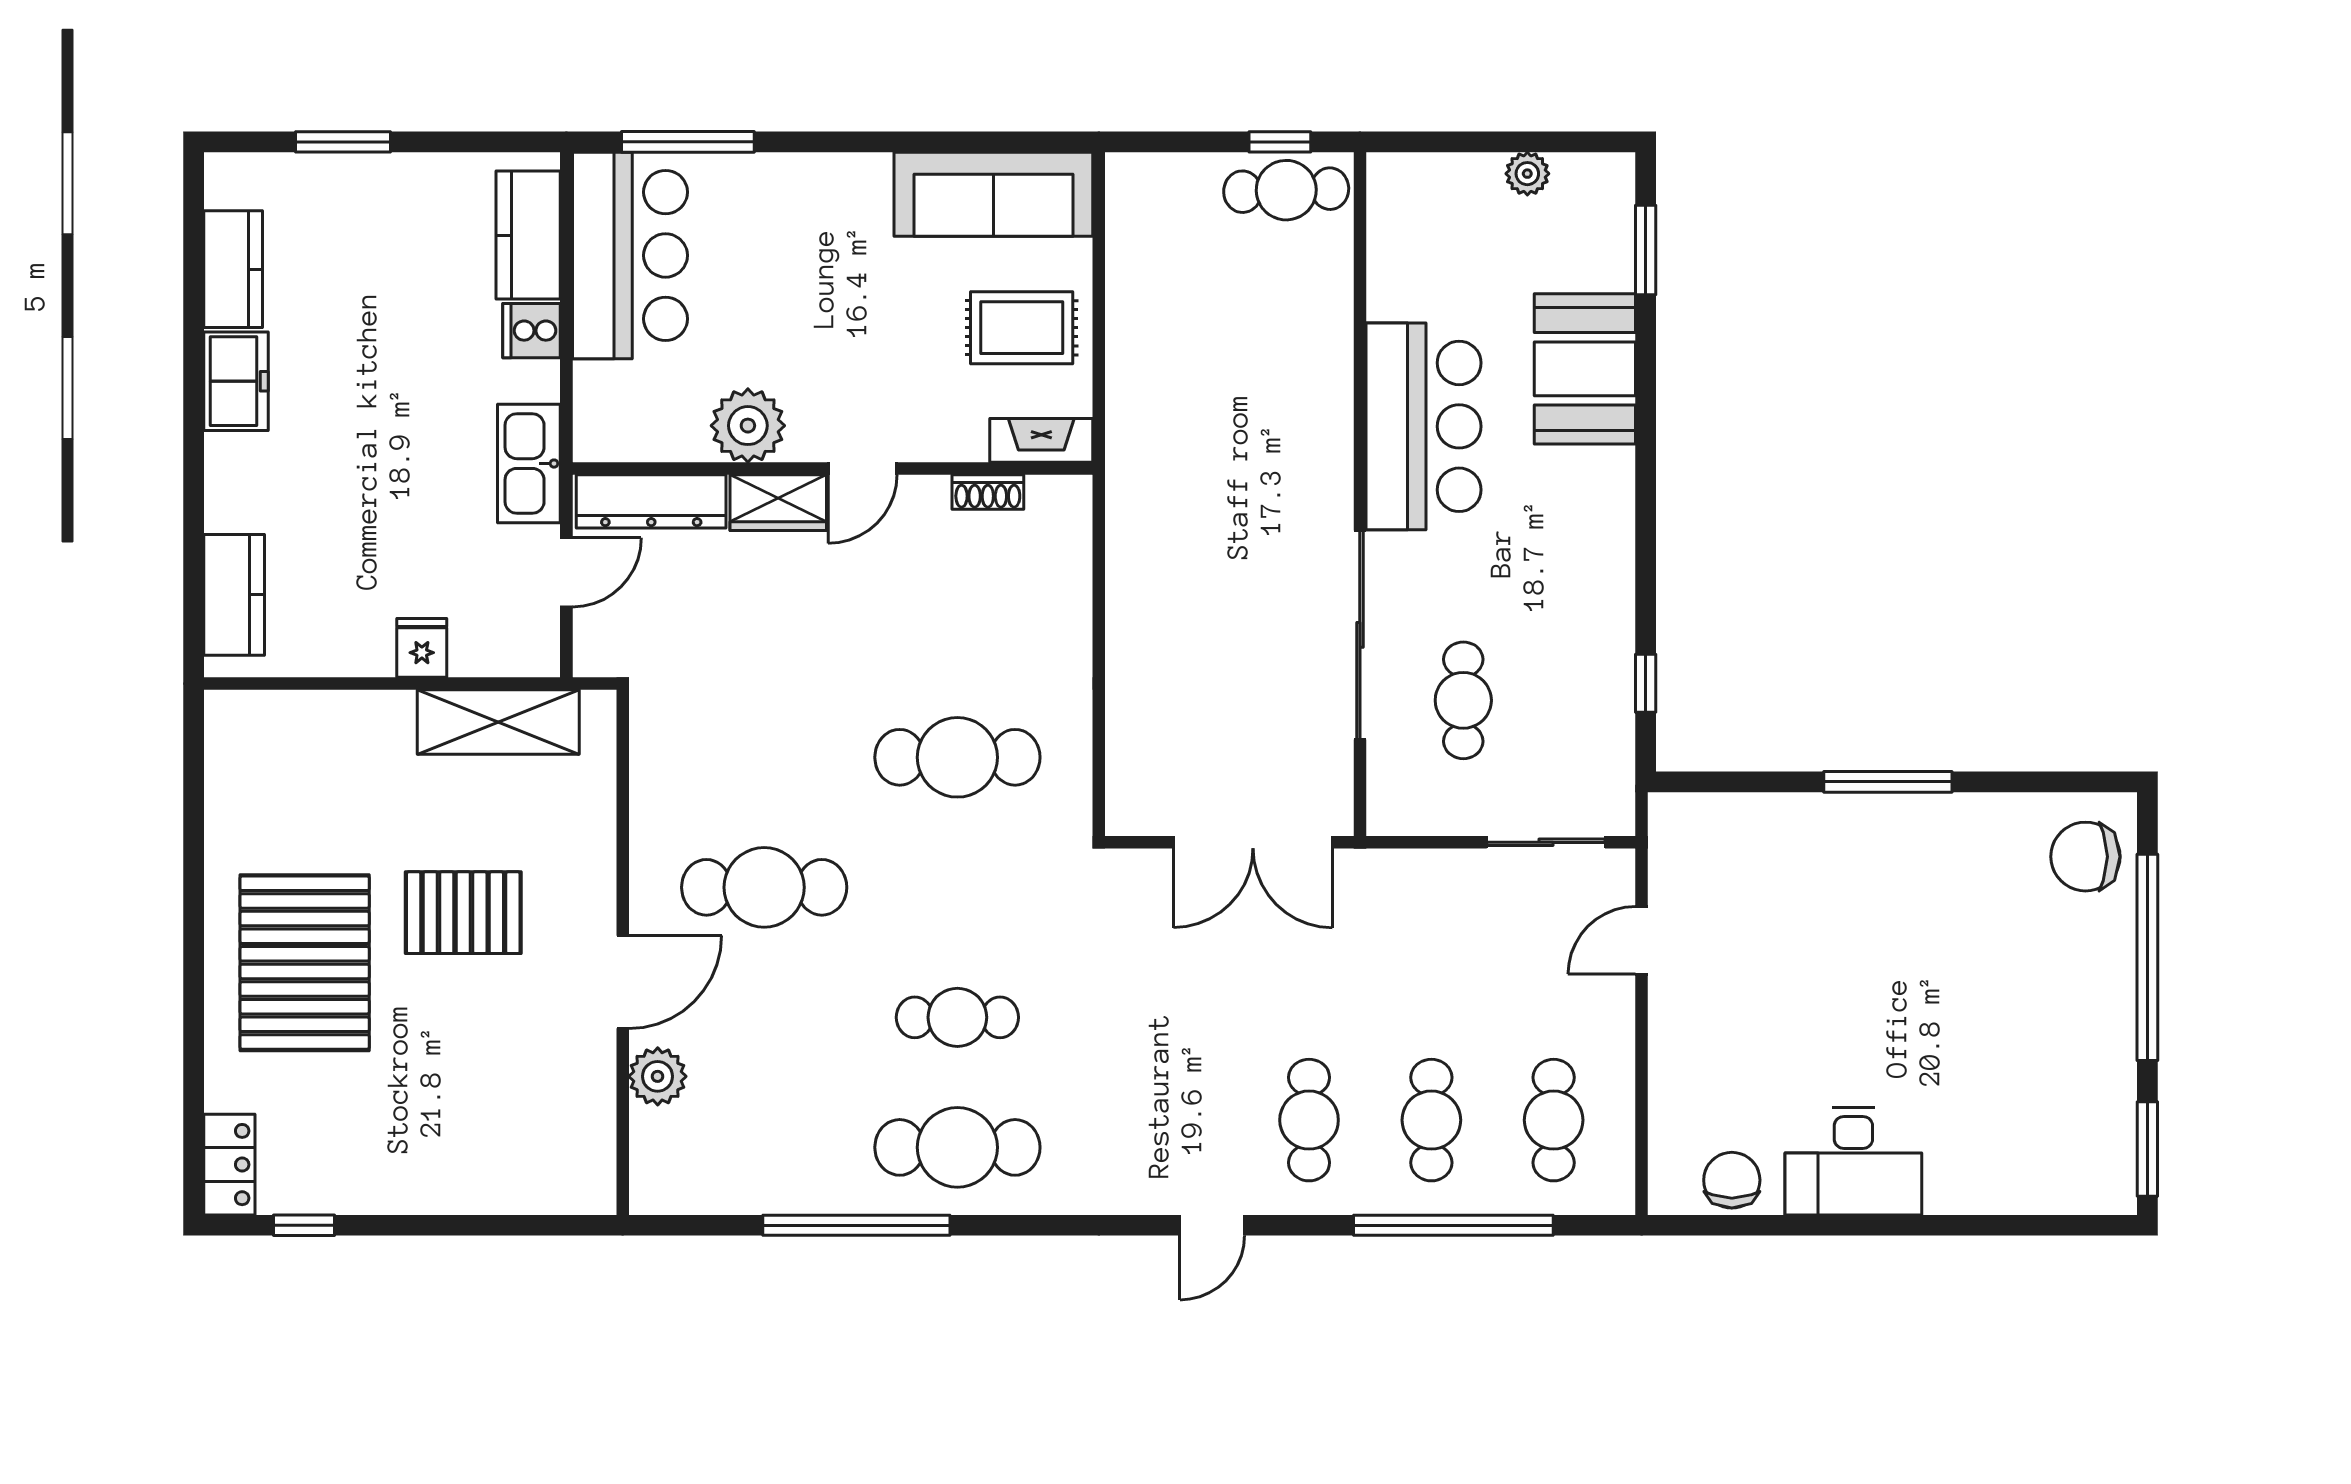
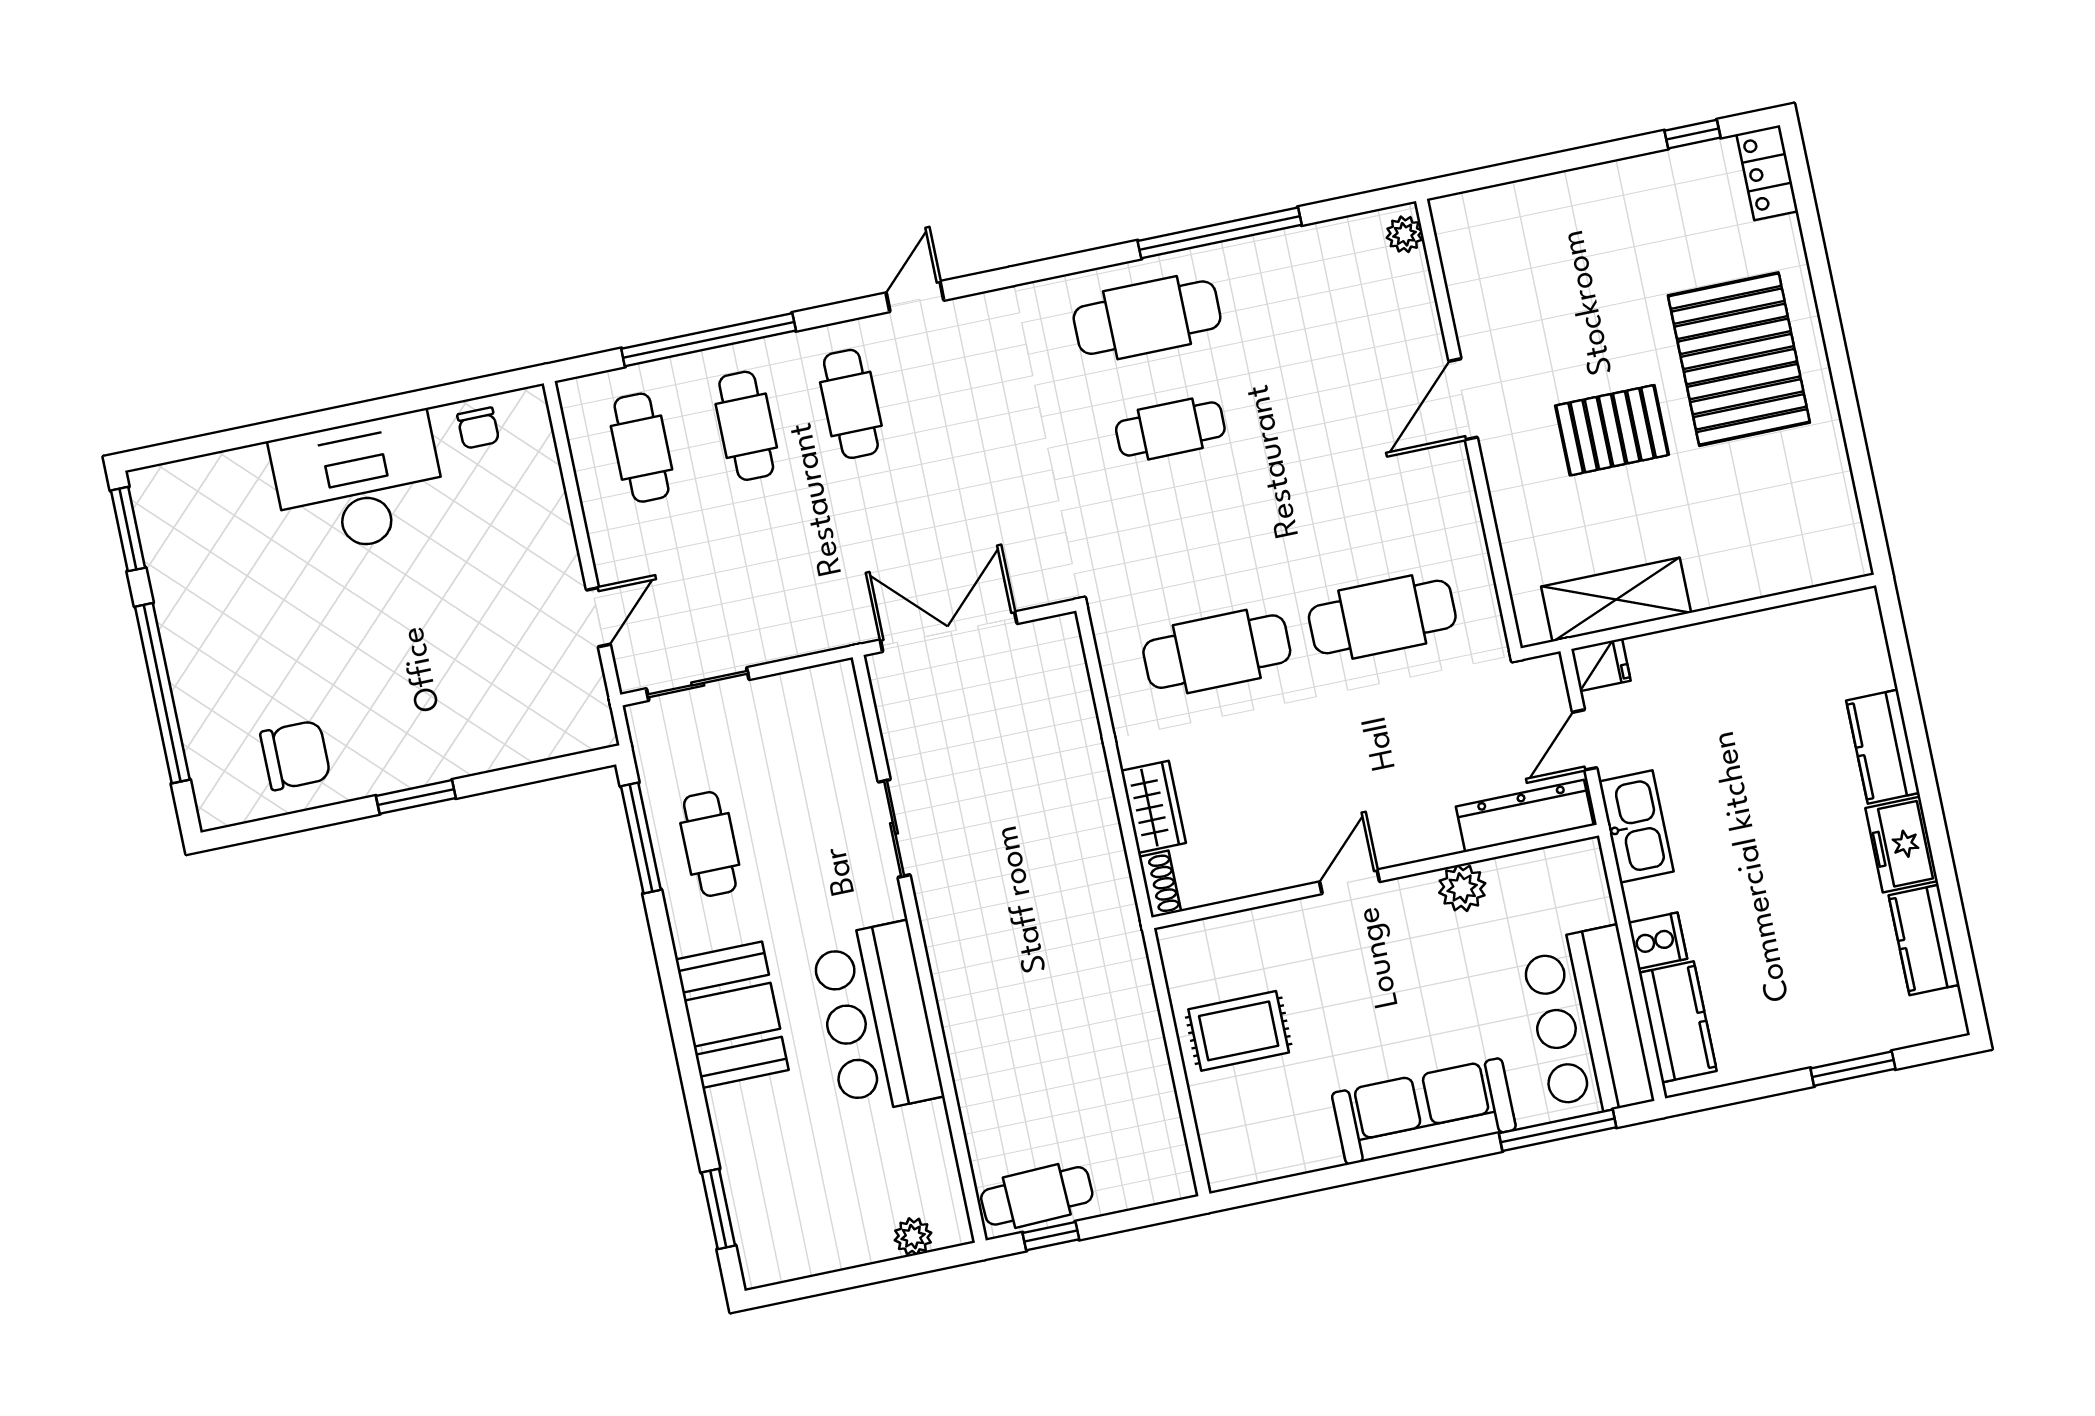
plant: (1527, 174) -> (913, 1237), moved
sofa: (993, 194) -> (1424, 1111), moved
booth: (1585, 369) -> (732, 1015), moved
plant: (748, 426) -> (1462, 888), width x0.73, depth x0.73
fireplace: (1041, 440) -> (1202, 938), removed
shoe rack: (988, 492) -> (1160, 884), moved, turned 90
wardrobe: (778, 503) -> (1153, 807), moved, turned 90
kitchen counter: (234, 595) -> (1883, 747), moved
sliding door: (1360, 635) -> (894, 828), width x0.54
fridge: (422, 648) -> (1601, 665), moved, turned -90
window: (1646, 683) -> (641, 838), width x2.17
cafe table: (1463, 700) -> (710, 844), moved
window: (1888, 782) -> (416, 797), width x0.69
chair: (2085, 857) -> (295, 755), moved
cafe table: (764, 887) -> (1382, 617), moved
plant: (658, 1076) -> (1405, 234), moved, width x0.73, depth x0.73
desk: (1853, 1161) -> (359, 484), width x1.36, depth x1.30
chair: (1732, 1180) -> (478, 428), width x0.73, depth x0.73

